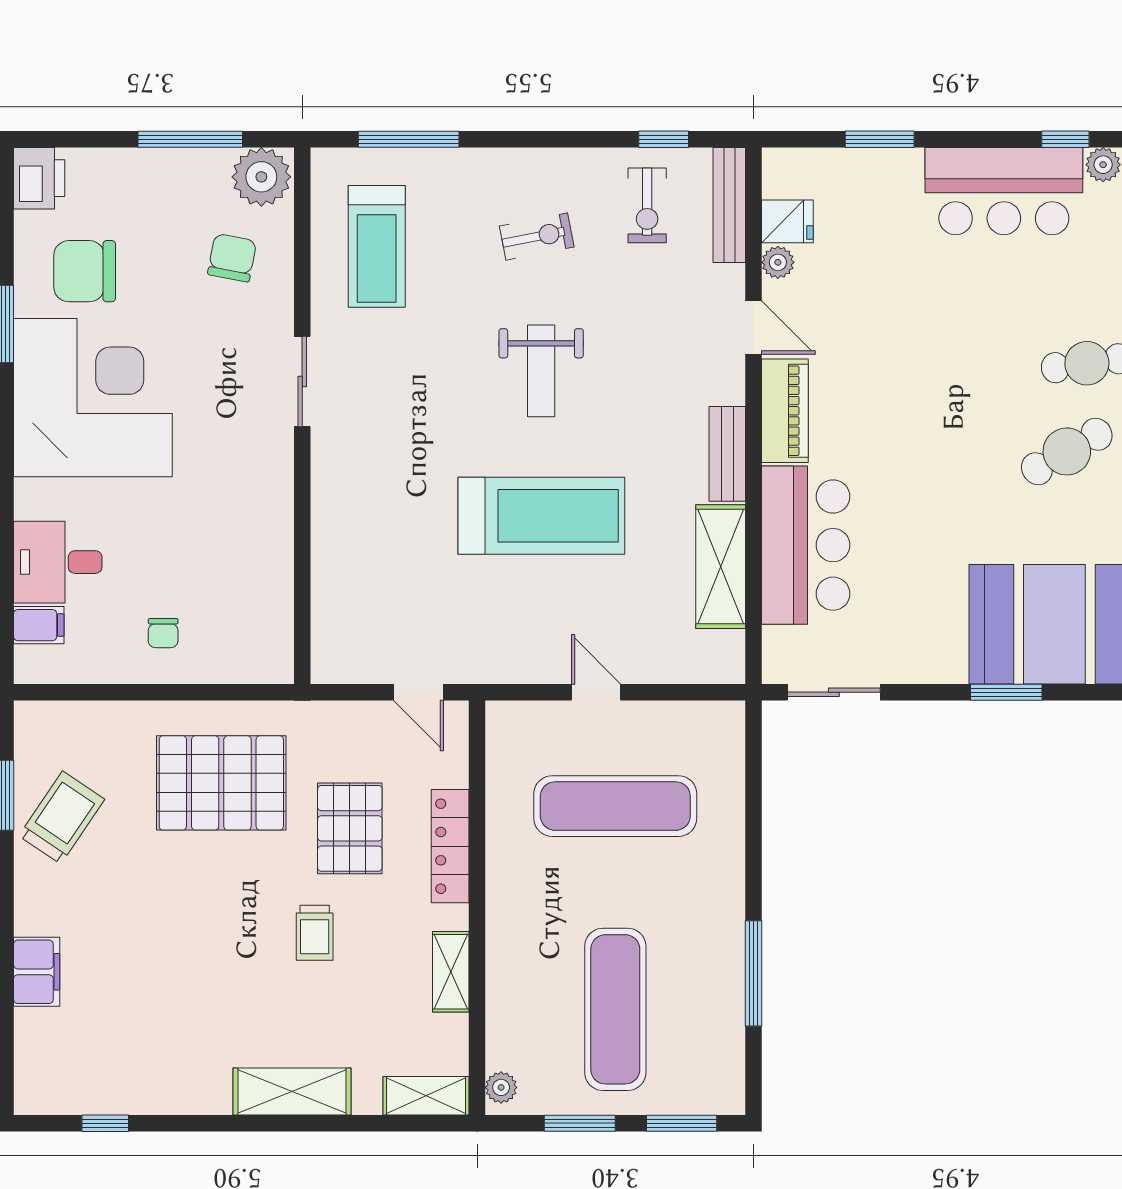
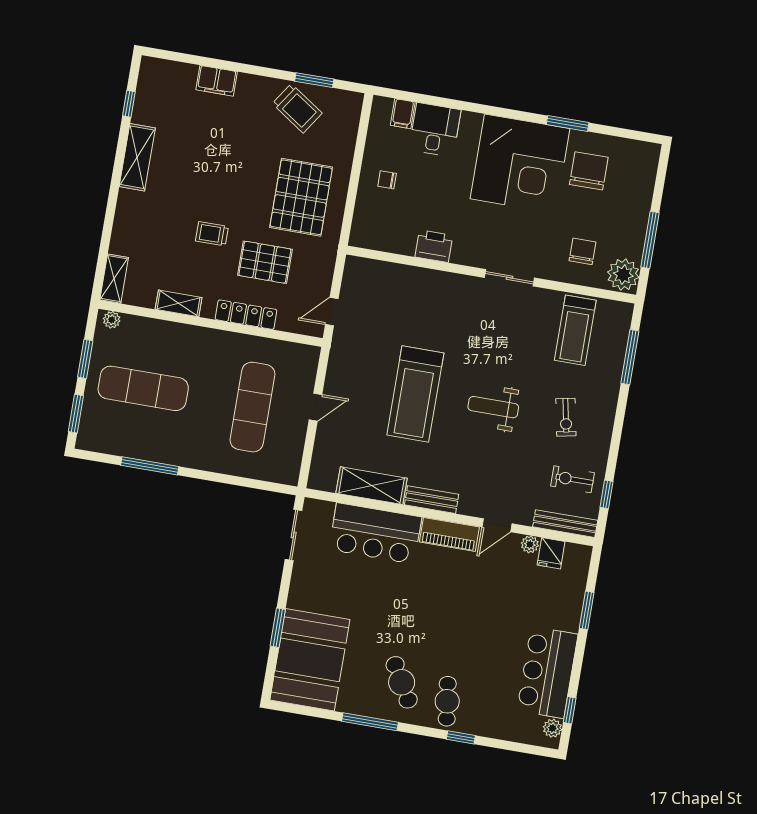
printer: (39, 178) -> (434, 246), moved, turned 180
treadmill: (377, 246) -> (575, 330), turned -90
chair: (232, 258) -> (582, 251), turned -101
shelving: (292, 1092) -> (137, 157), moved

